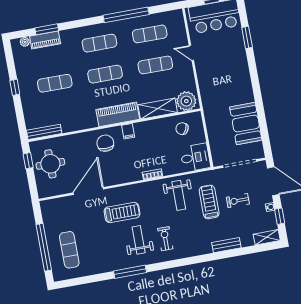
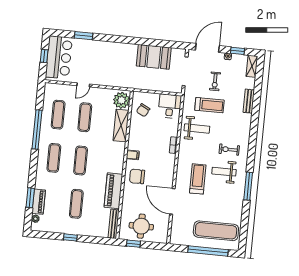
piano: (118, 114) -> (113, 191), moved
treadmill: (209, 202) -> (209, 105), turned 180
exercise mat: (69, 250) -> (216, 231), width x1.36, depth x1.45

